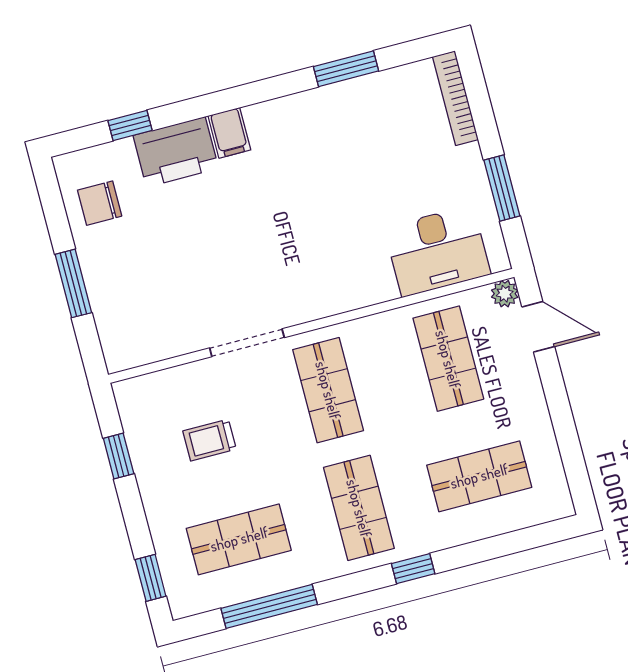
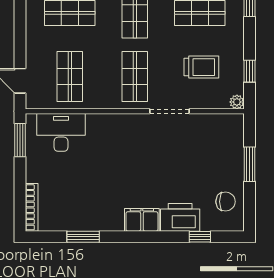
filing cabinet: (229, 133) -> (142, 220), width x2.00
window: (502, 188) -> (20, 140), moved
plant: (505, 294) -> (237, 102), moved
trolley: (210, 440) -> (201, 67), width x1.36, depth x1.39

